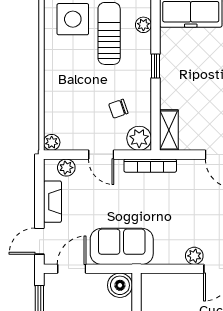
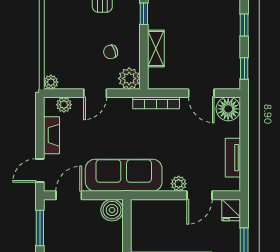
shelving: (169, 130) -> (156, 49), moved
door: (101, 155) -> (95, 93), hinge flipped
bookcase: (150, 166) -> (156, 103), moved
sofa: (122, 246) -> (124, 175), width x1.36

